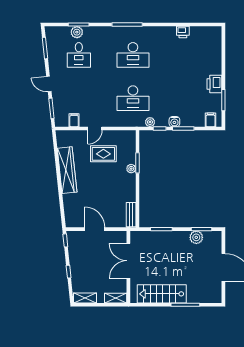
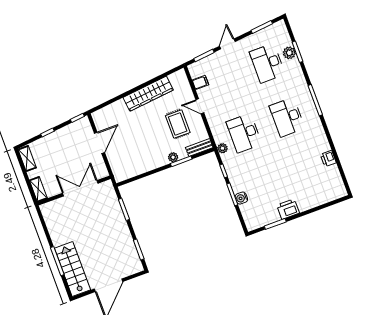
desk: (79, 55) -> (267, 63), width x1.37
filing cabinet: (211, 120) -> (251, 218), removed
plant: (150, 122) -> (223, 148), moved
water cooler: (174, 122) -> (241, 198), moved
bench: (131, 215) -> (199, 147), moved
plant: (196, 237) -> (128, 247), removed
stairs: (162, 294) -> (72, 269), moved

